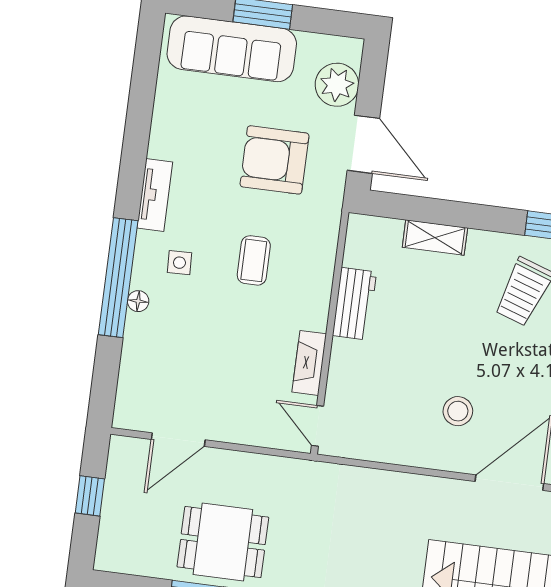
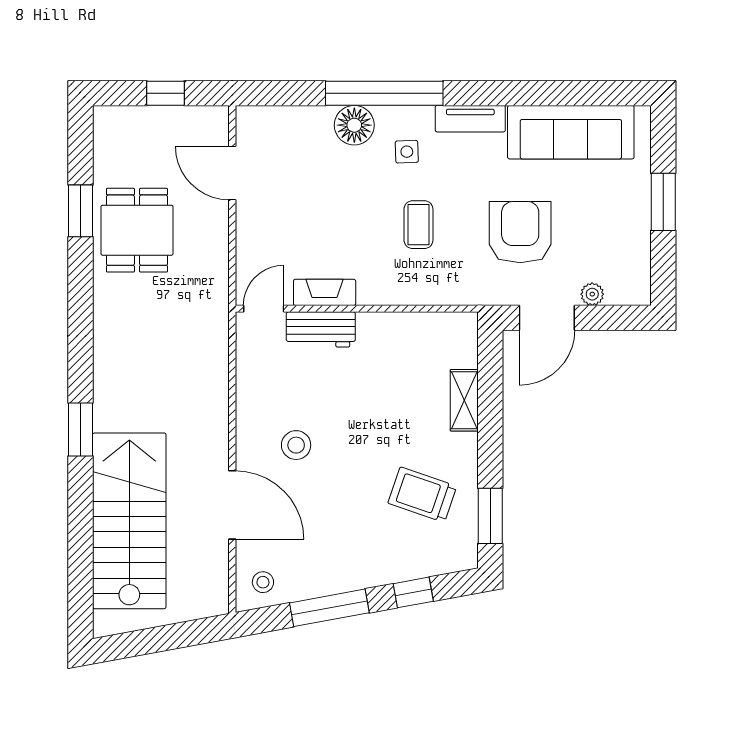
sofa: (232, 49) -> (571, 132), moved, turned -90
plant: (337, 85) -> (592, 294), width x0.53, depth x0.53
coffee table: (254, 260) -> (418, 225), turned 90
floor lamp: (138, 301) -> (354, 125), width x1.89, depth x1.89
workbench: (355, 304) -> (321, 329), moved

